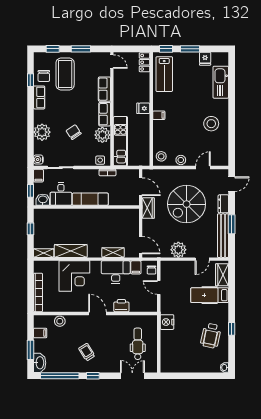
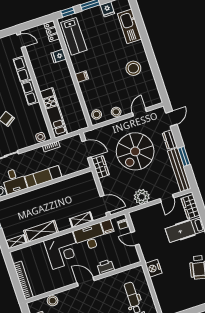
fridge: (143, 108) -> (59, 56), moved
plant: (102, 135) -> (35, 112), removed
corner desk: (74, 276) -> (62, 250), moved

